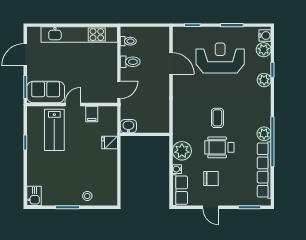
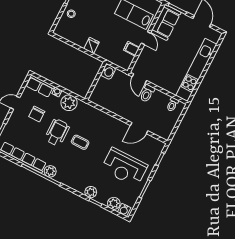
reception desk: (220, 58) -> (124, 167), turned 90
toilet: (130, 62) -> (147, 93), moved
fridge: (110, 143) -> (92, 45), moved

